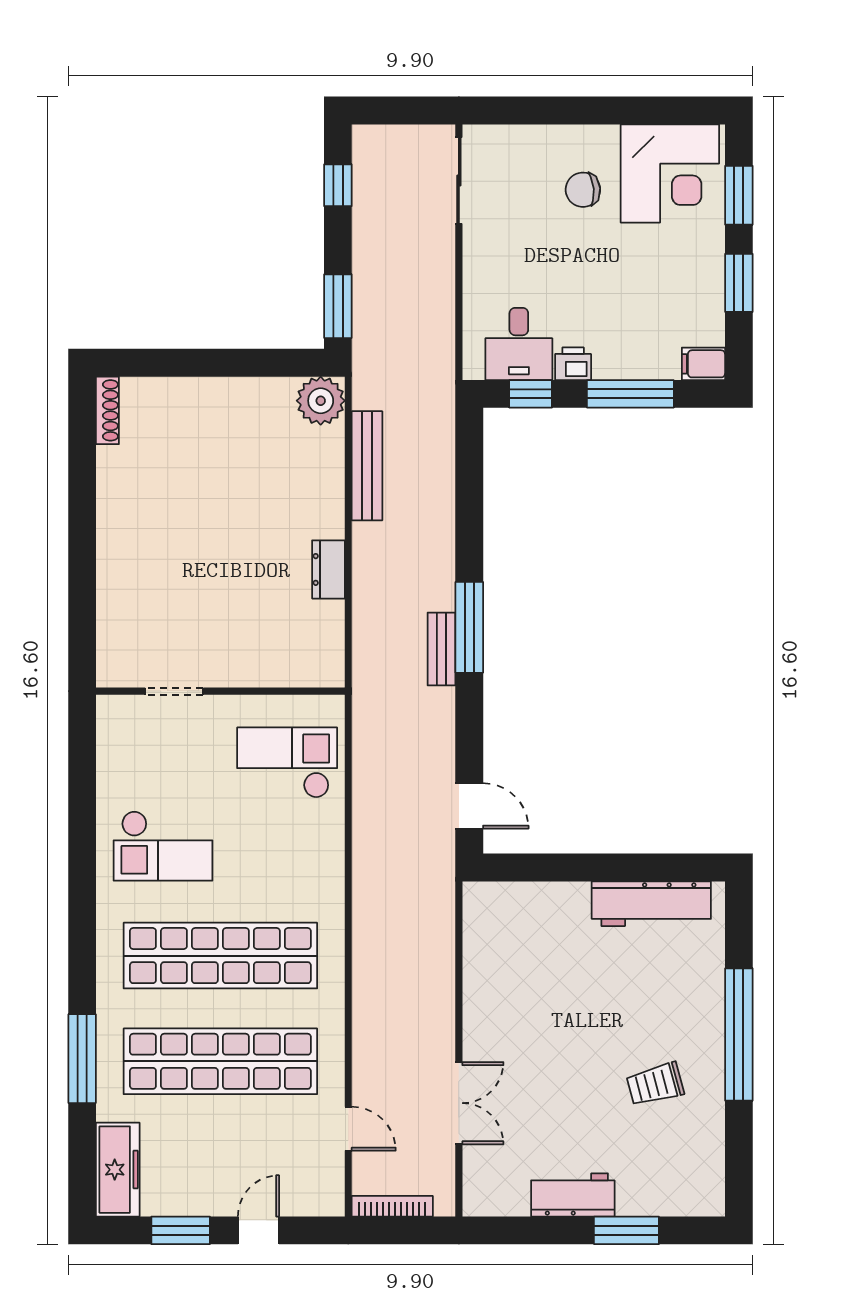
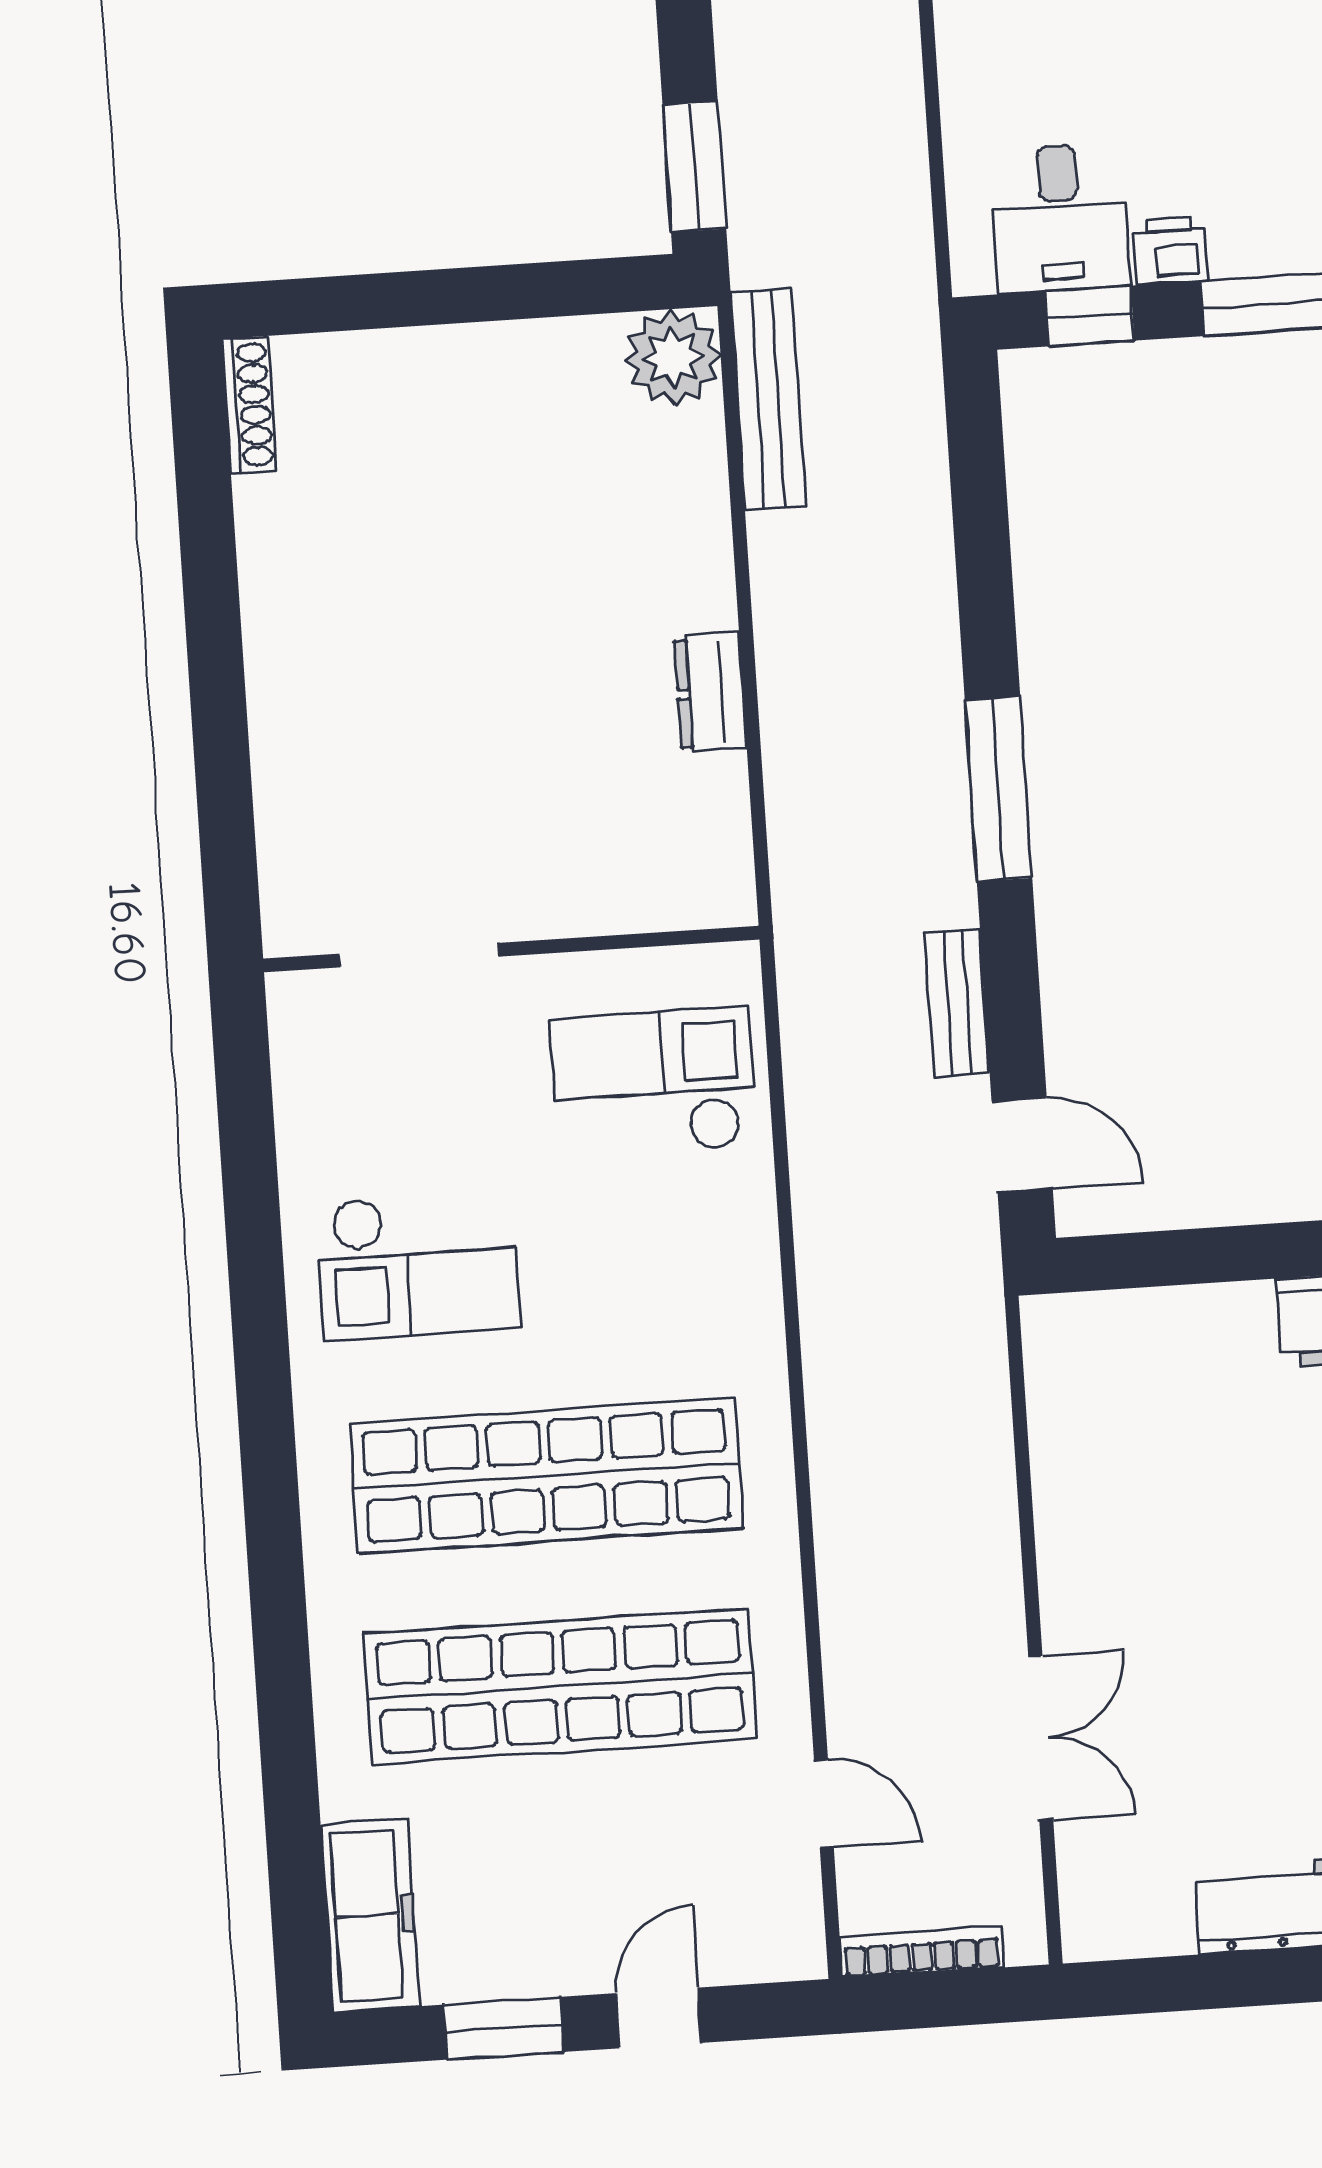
bench: (367, 466) -> (768, 399), moved
bench: (442, 649) -> (957, 1003), moved
doorway: (174, 691) -> (419, 955), width x1.38
window: (82, 1059) -> (284, 1699), removed

